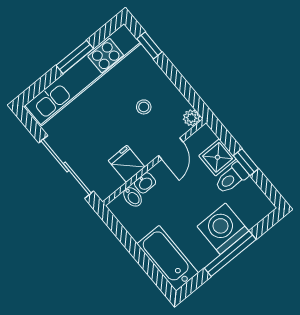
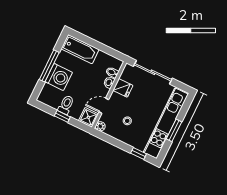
door: (171, 149) -> (104, 106), hinge flipped
shower: (218, 157) -> (88, 117), moved

